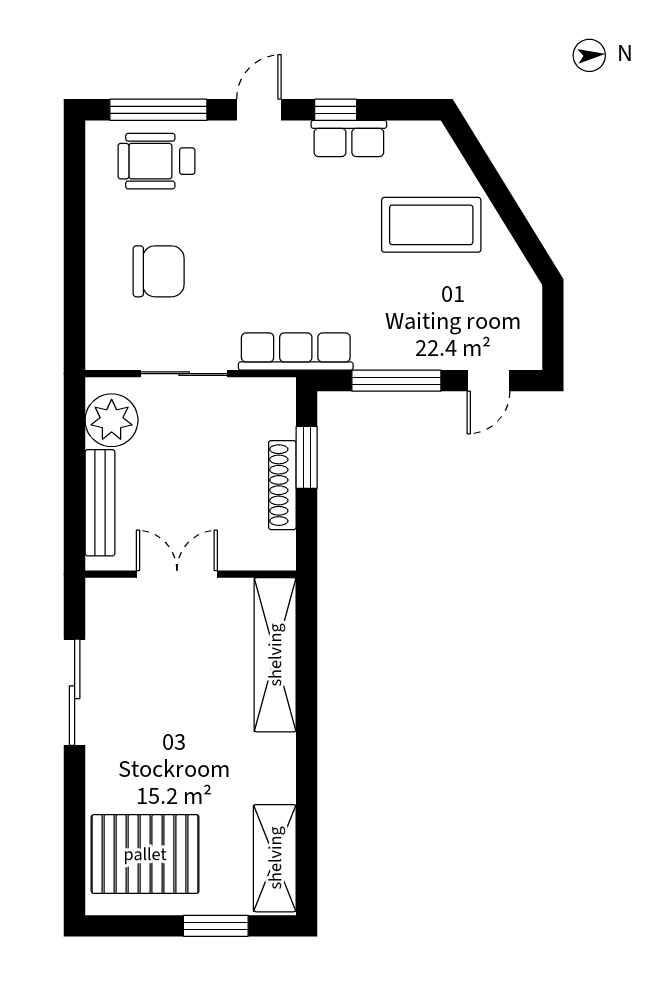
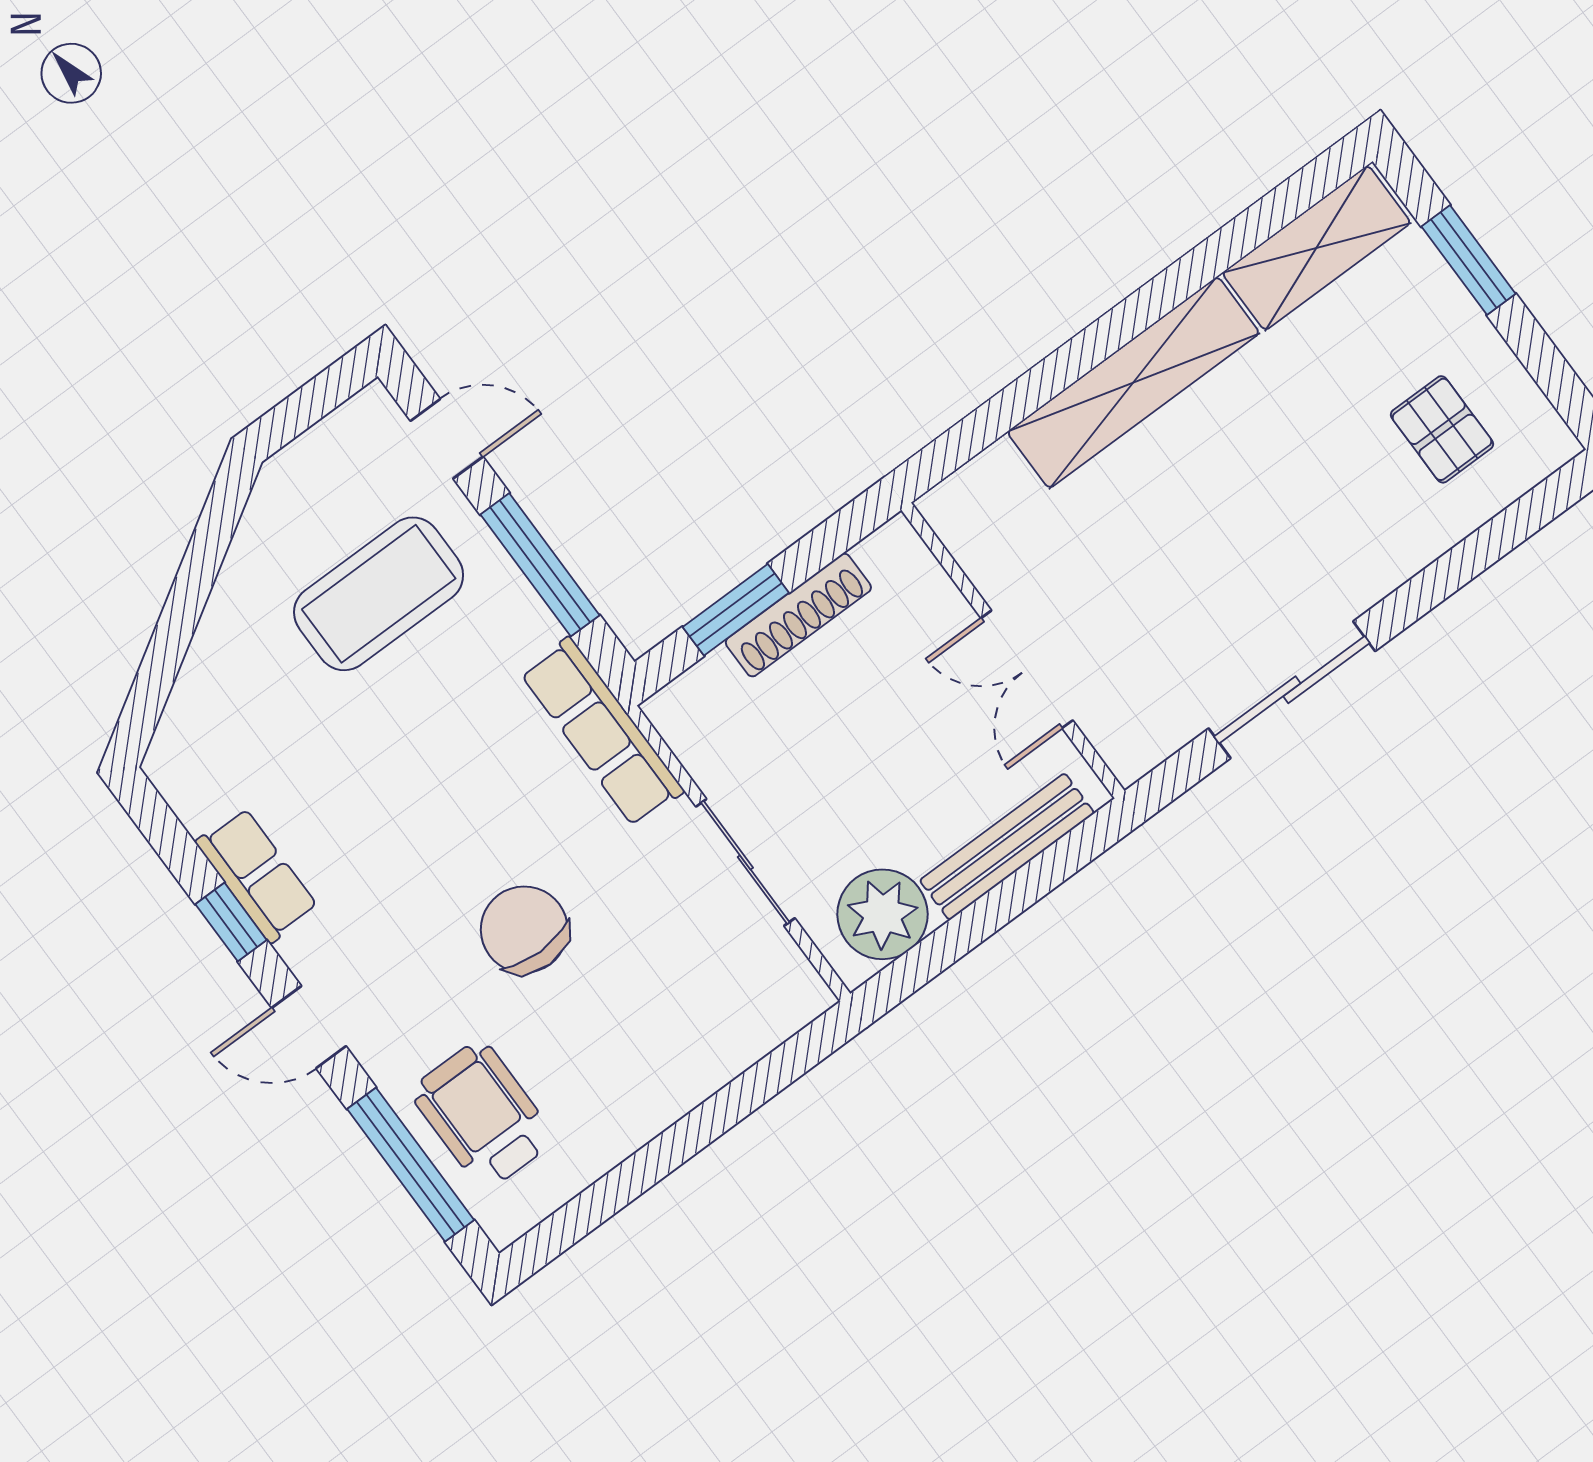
wheelchair: (156, 161) -> (483, 1115), turned 180
coffee table: (431, 225) -> (379, 594), moved, turned 90
chair: (159, 271) -> (524, 930), moved
shelving: (275, 655) -> (1133, 383), moved
pallet: (145, 854) -> (1442, 429), width x0.49, depth x0.50

